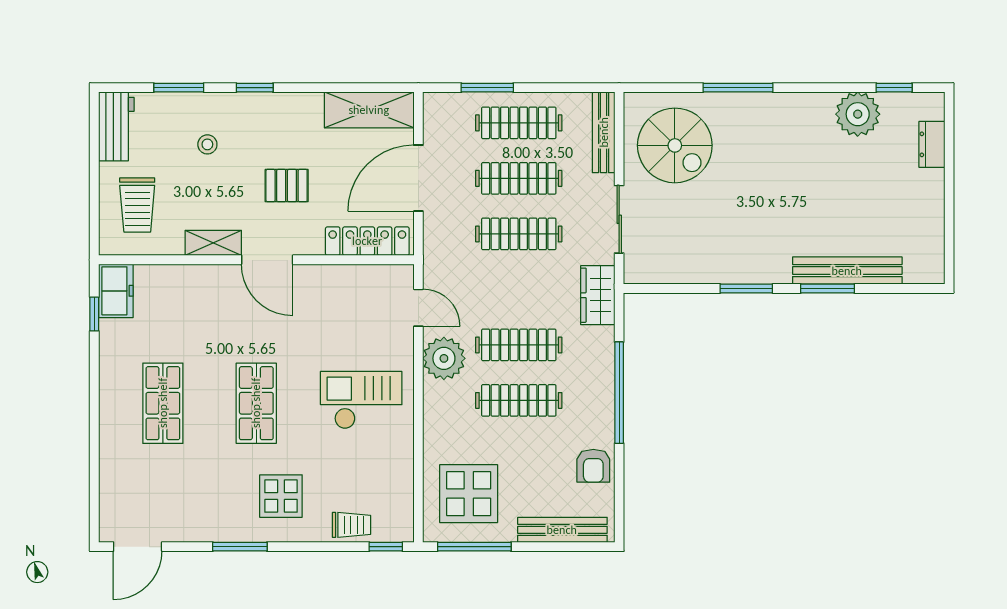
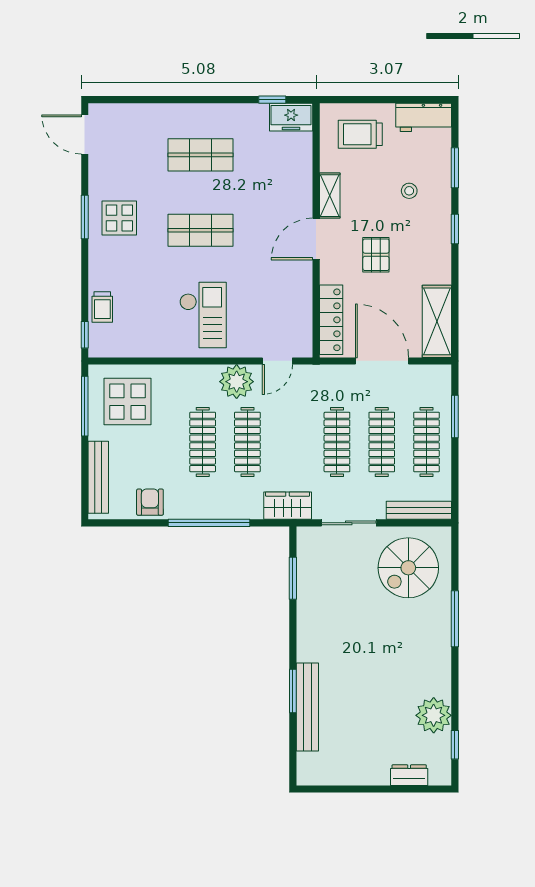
window: (746, 288) -> (293, 578), moved
armchair: (593, 466) -> (150, 502), turned 90
display table: (281, 496) -> (119, 218), moved

